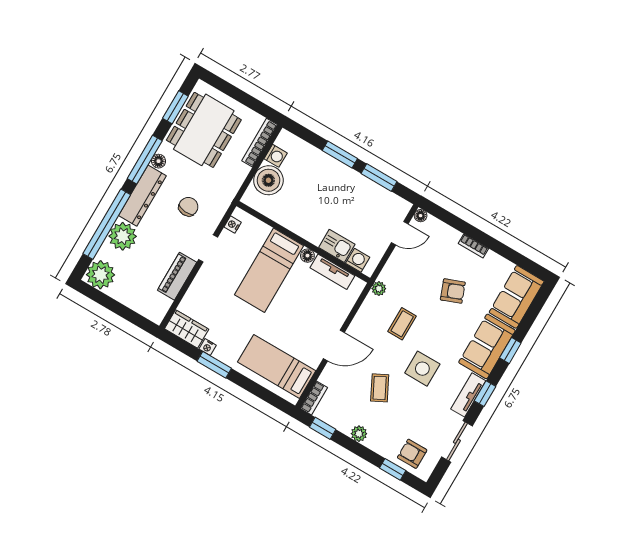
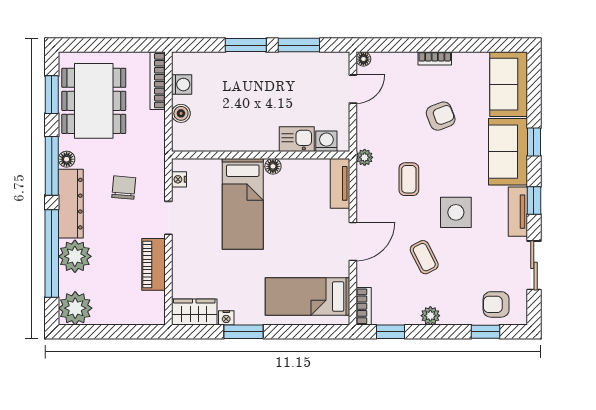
boiler: (268, 180) -> (181, 113), width x0.54, depth x0.54
tv unit: (332, 272) -> (340, 183), moved, turned 90

